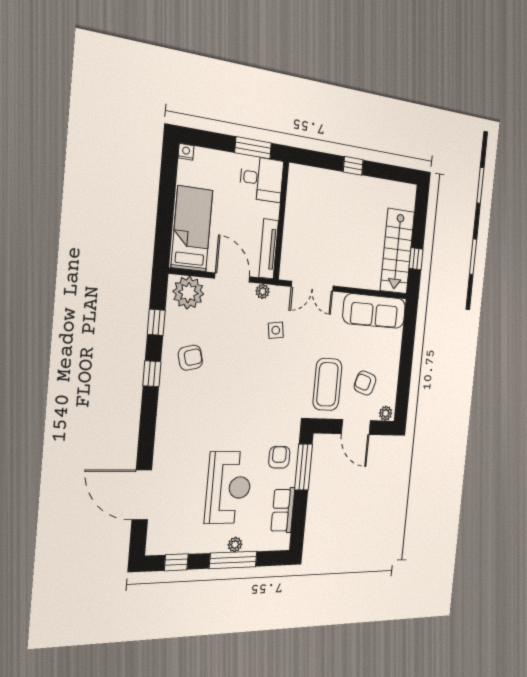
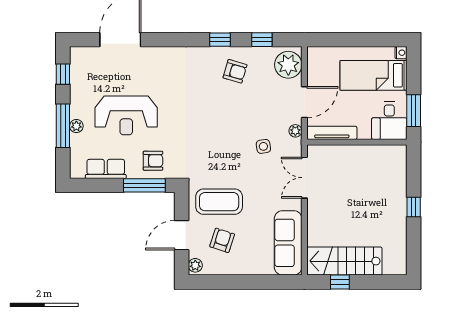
bed: (192, 229) -> (374, 75), moved, turned 180
armchair: (190, 358) -> (235, 71), turned -59

